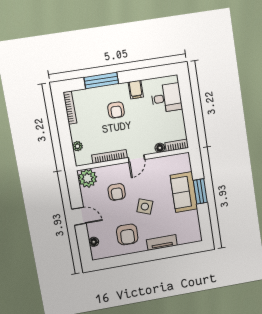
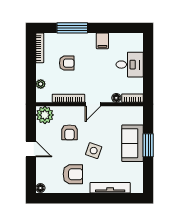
desk: (167, 98) -> (130, 65), moved
armchair: (116, 110) -> (67, 63), moved, turned -90
armchair: (127, 234) -> (73, 174), turned -91
floor lamp: (94, 242) -> (40, 188), moved
tv unit: (162, 242) -> (110, 188), width x1.41

